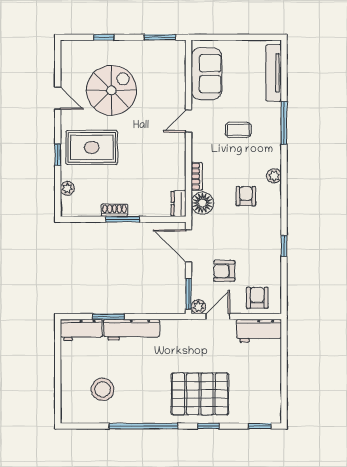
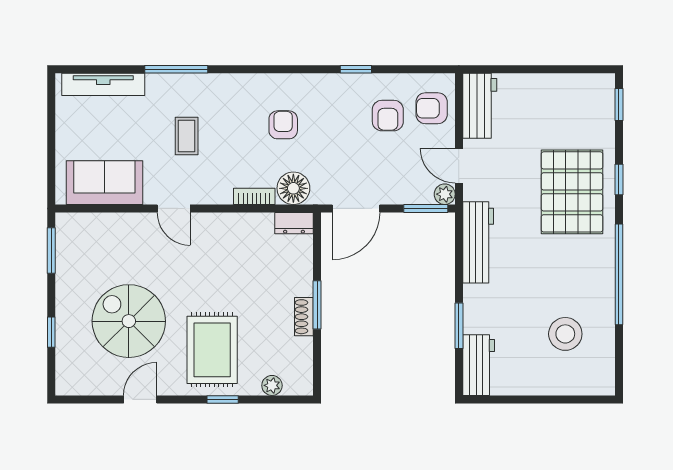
plant: (274, 176) -> (254, 84), removed
armchair: (246, 196) -> (283, 125), turned 90
armchair: (224, 271) -> (388, 116), moved
workbench: (132, 330) -> (478, 242), moved

